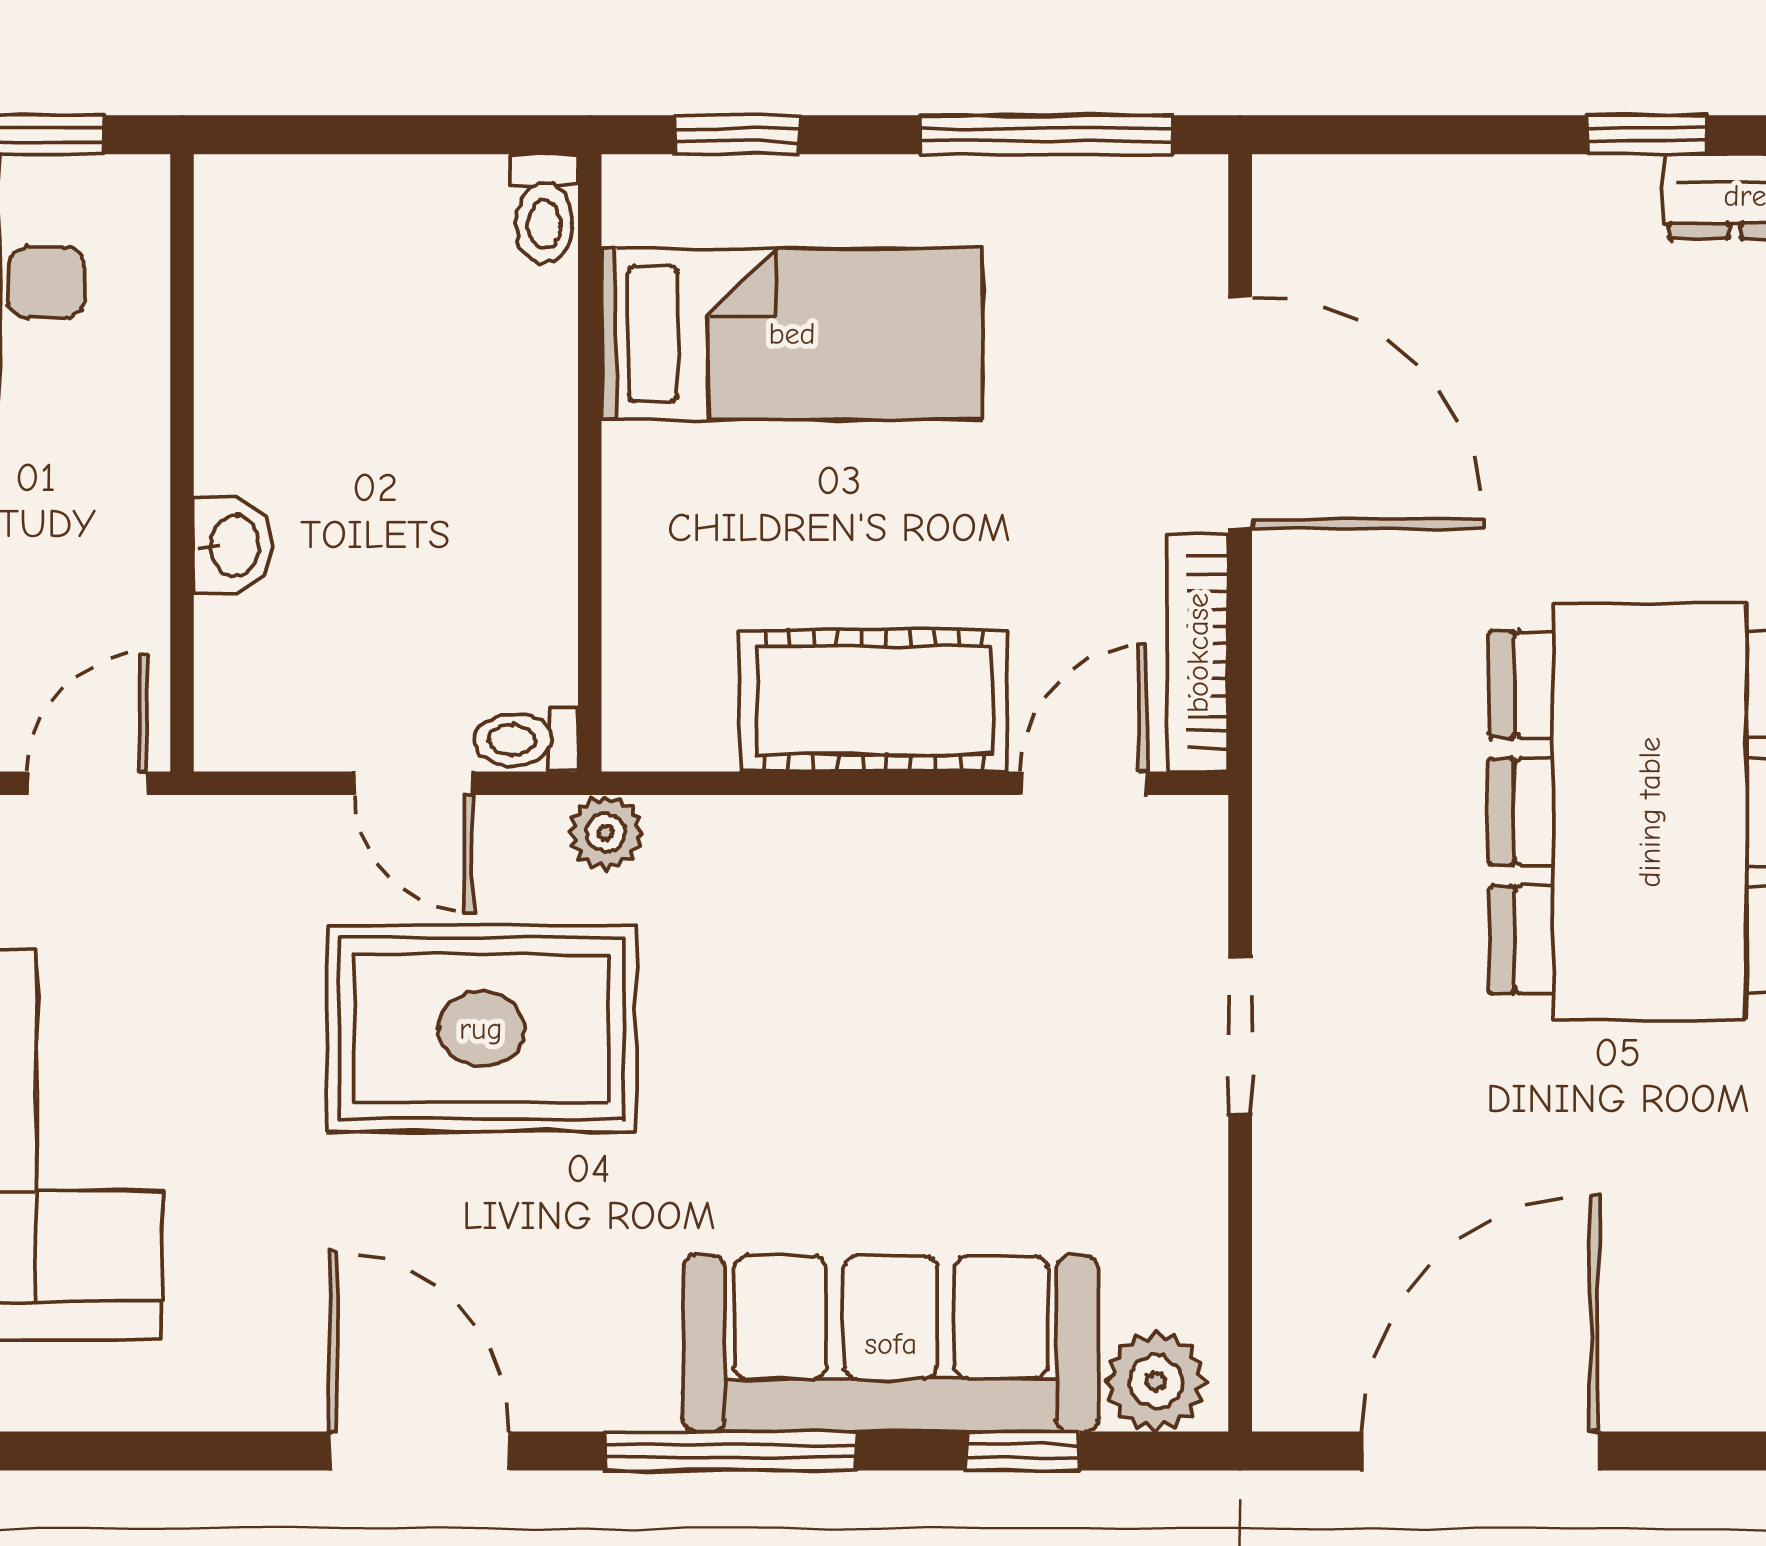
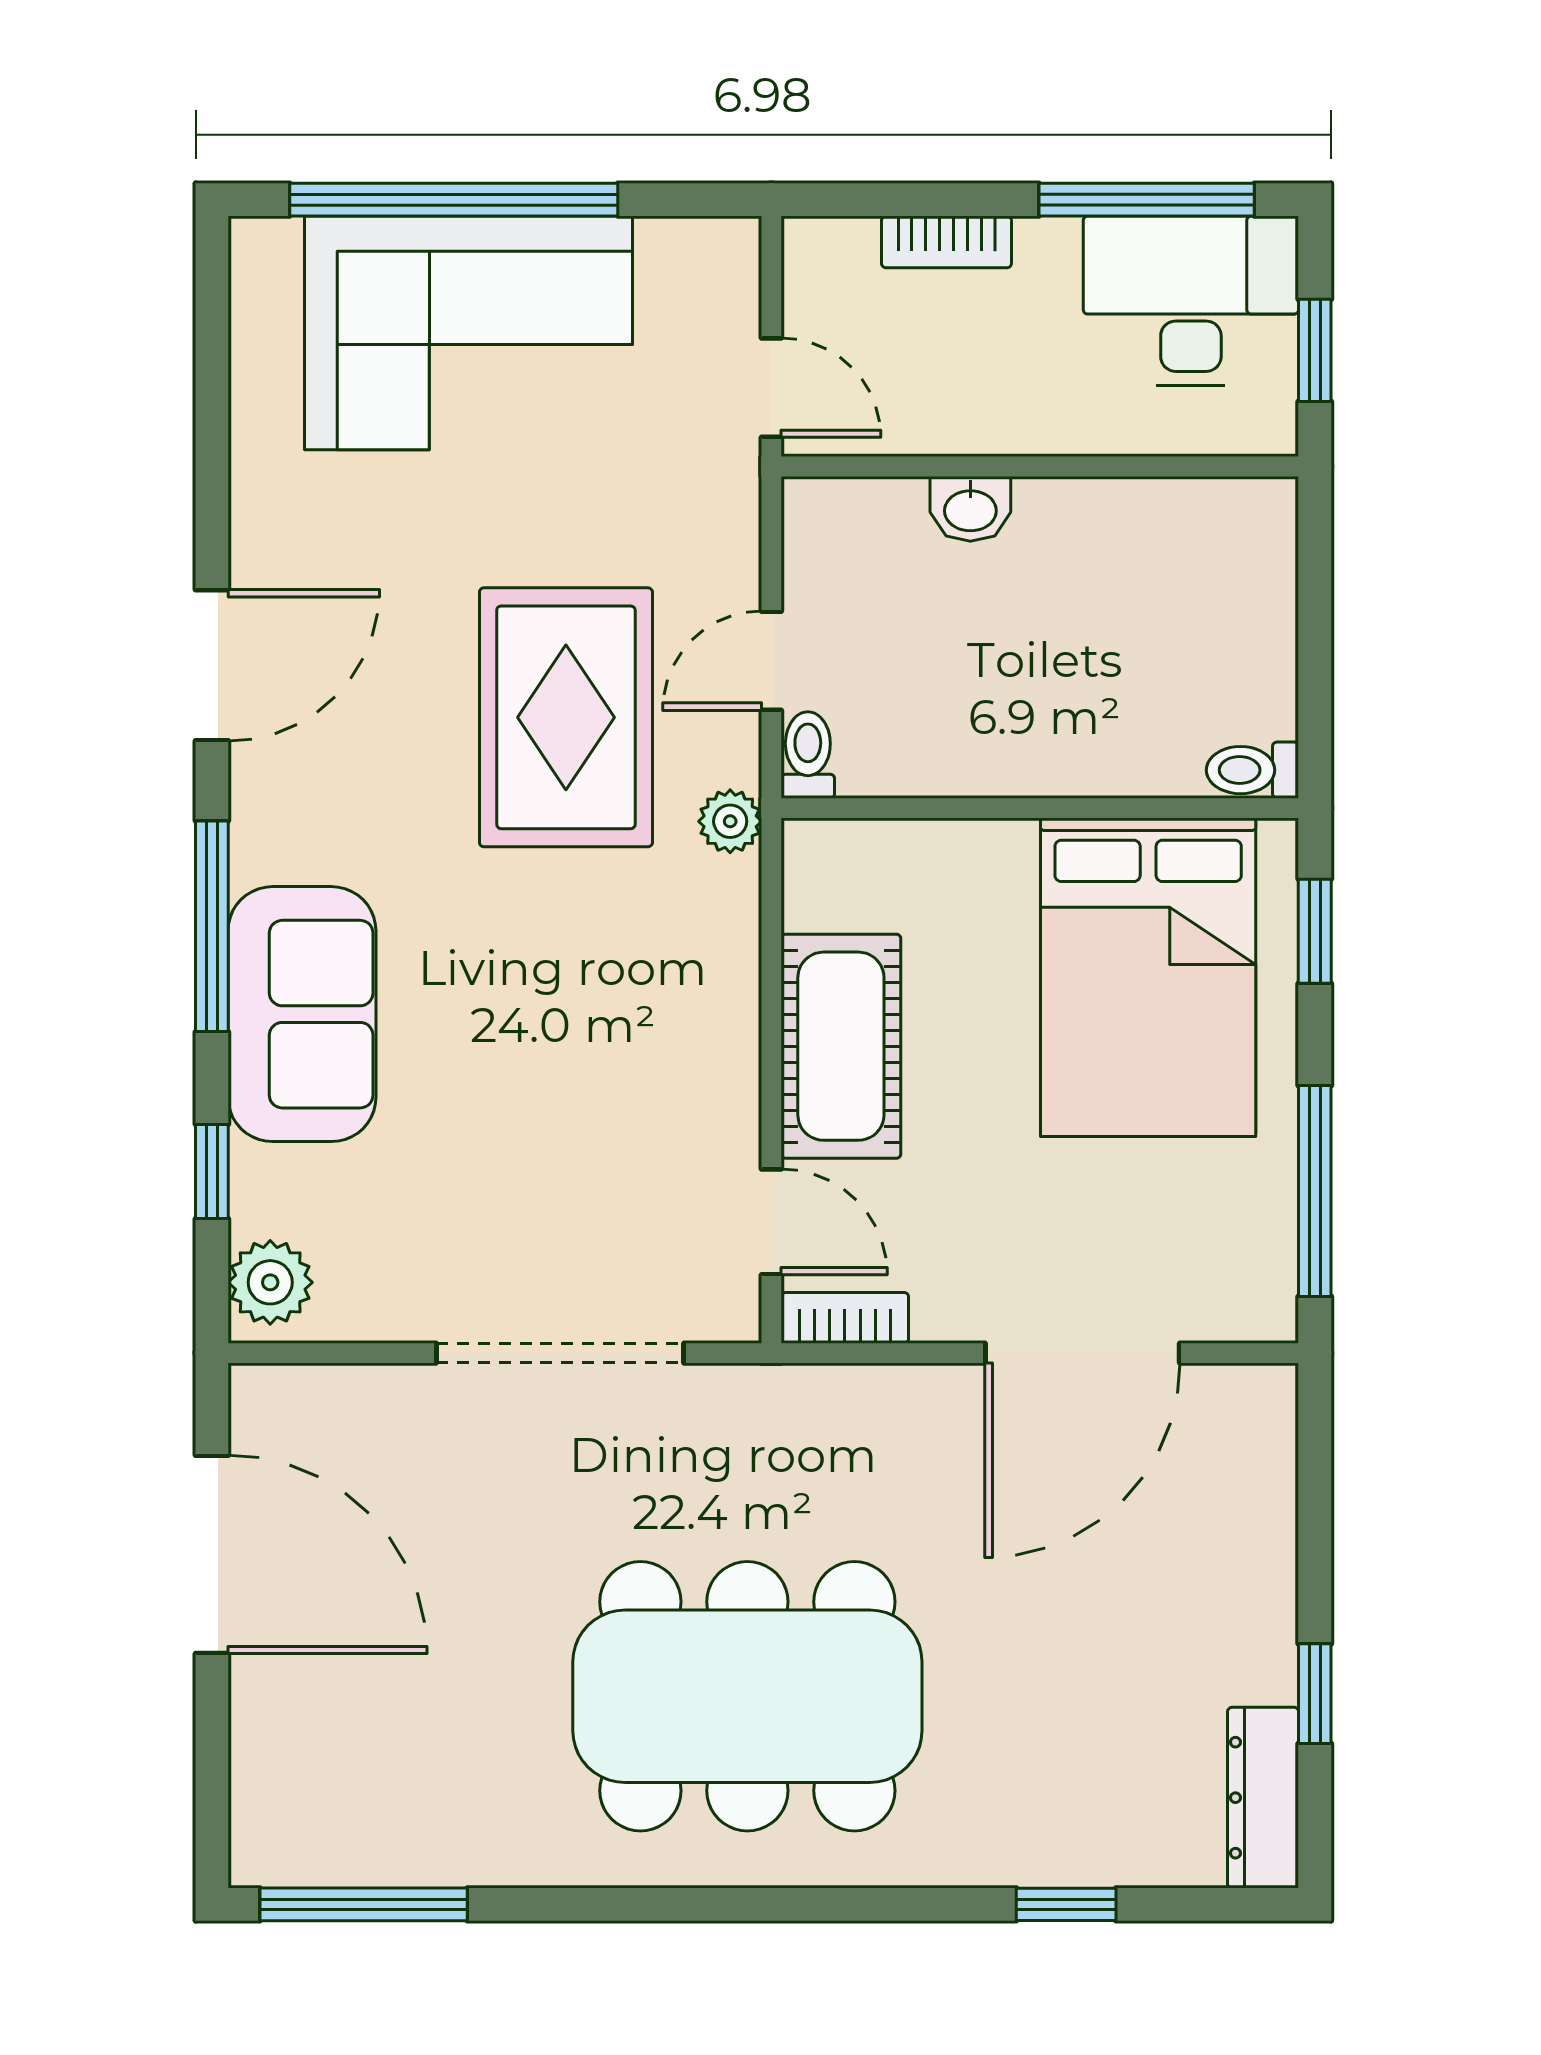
bed: (792, 334) -> (1148, 977), width x1.50
bookcase: (1198, 653) -> (845, 1318), width x0.64
doorway: (1240, 1036) -> (560, 1353), width x1.88
sofa: (891, 1344) -> (302, 1014), width x0.73

